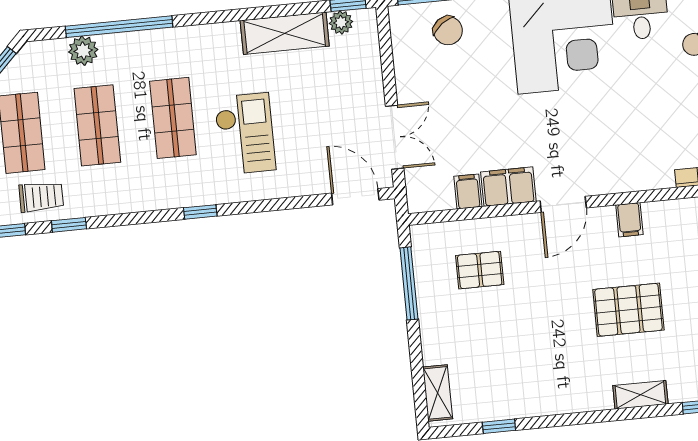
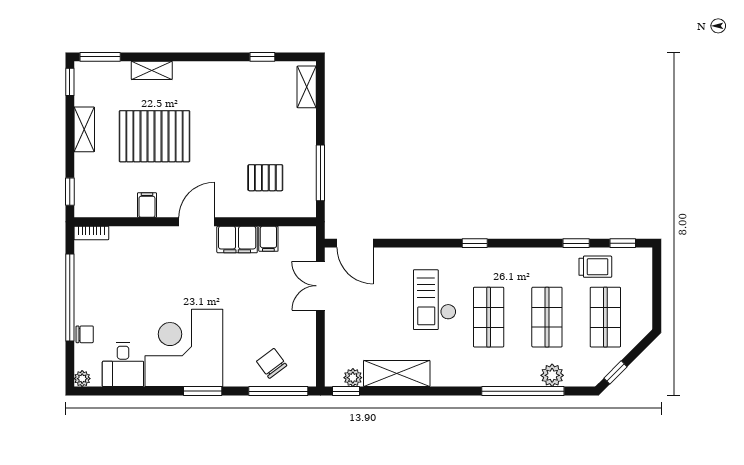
trolley: (41, 197) -> (595, 267), turned 180
pallet: (628, 310) -> (154, 136), width x1.37, depth x1.41

